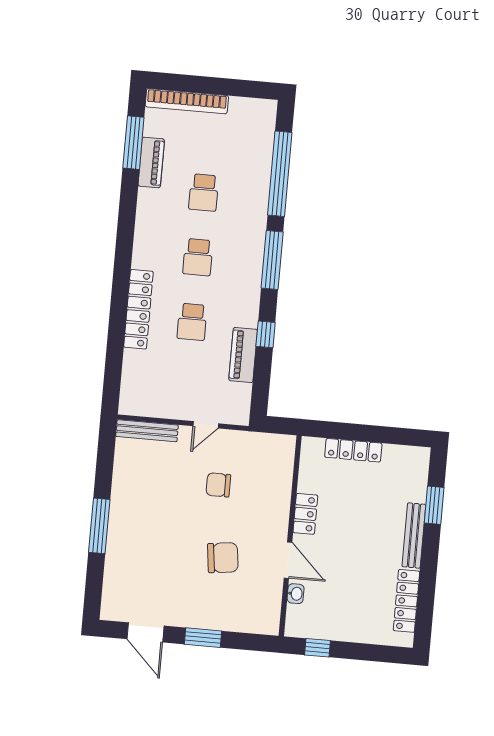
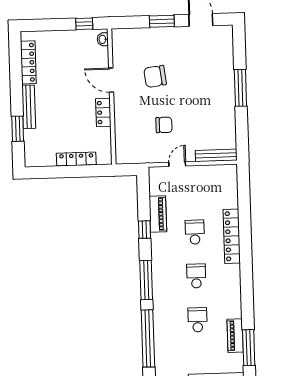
washbasin: (296, 594) -> (103, 39), moved

